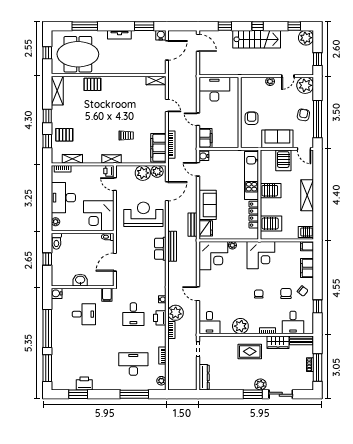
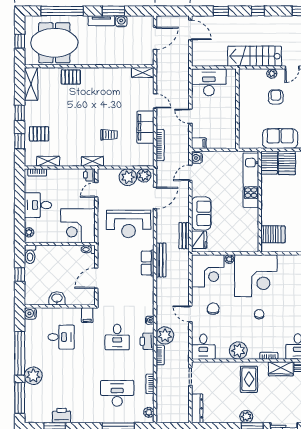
window: (85, 26) -> (62, 11), width x1.46
window: (144, 26) -> (113, 11), moved
water cooler: (161, 35) -> (121, 21), moved
stairs: (257, 39) -> (255, 56), moved, turned 180
armchair: (252, 118) -> (276, 97), moved
filing cabinet: (206, 138) -> (199, 143), width x0.50
filing cabinet: (158, 148) -> (145, 127), moved
door: (198, 169) -> (190, 173), hinge flipped
door: (115, 184) -> (96, 190), hinge flipped
server rack: (271, 191) -> (269, 163), moved, turned 90
desk: (63, 198) -> (38, 205), width x0.73
reception desk: (143, 214) -> (129, 224), turned 180
locker: (254, 215) -> (253, 224), removed
corner desk: (261, 255) -> (256, 276), width x1.36, depth x1.36
chair: (286, 293) -> (213, 309), moved
plant: (59, 348) -> (33, 376), added
rug: (250, 351) -> (249, 379), turned 90
plant: (260, 384) -> (246, 417), moved

